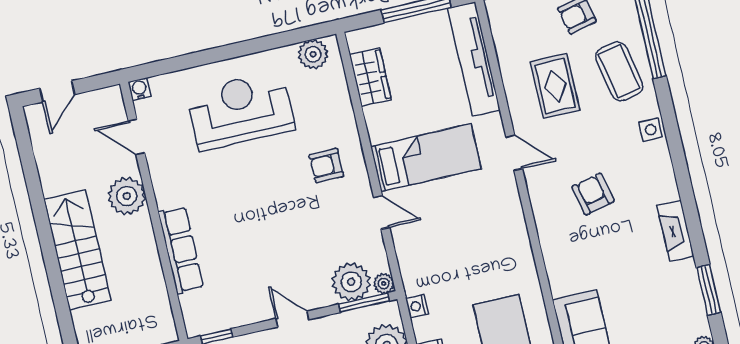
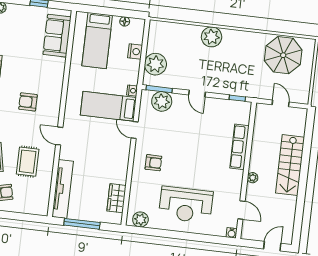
bed: (426, 158) -> (108, 106), moved
armchair: (593, 194) -> (28, 102), turned 103
plant: (127, 196) -> (253, 178), width x0.53, depth x0.53
plant: (384, 284) -> (146, 95), removed
nightstand: (417, 306) -> (132, 91), moved

